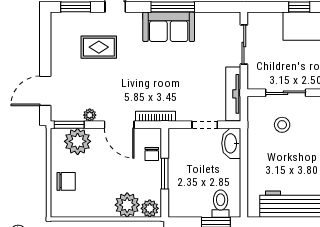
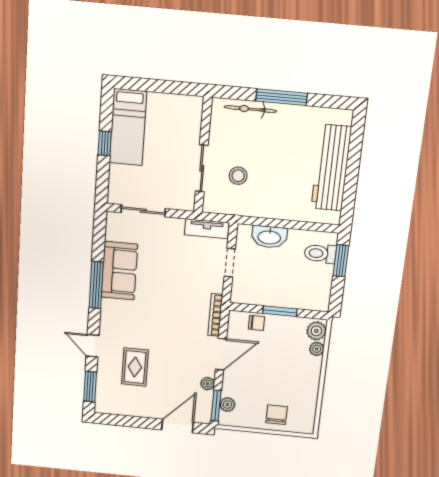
sofa: (169, 27) -> (119, 271), moved
door: (45, 91) -> (178, 426), swing flipped
tv unit: (233, 94) -> (207, 229), width x0.71
plant: (78, 141) -> (227, 405), width x0.53, depth x0.53
washbasin: (231, 143) -> (269, 237), moved
plant: (127, 205) -> (317, 349), width x0.53, depth x0.53

